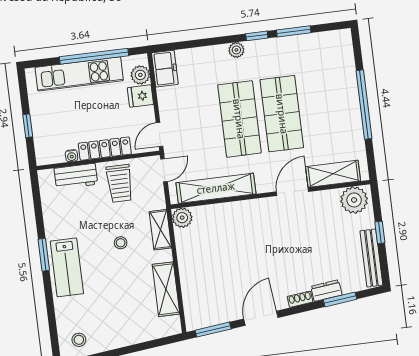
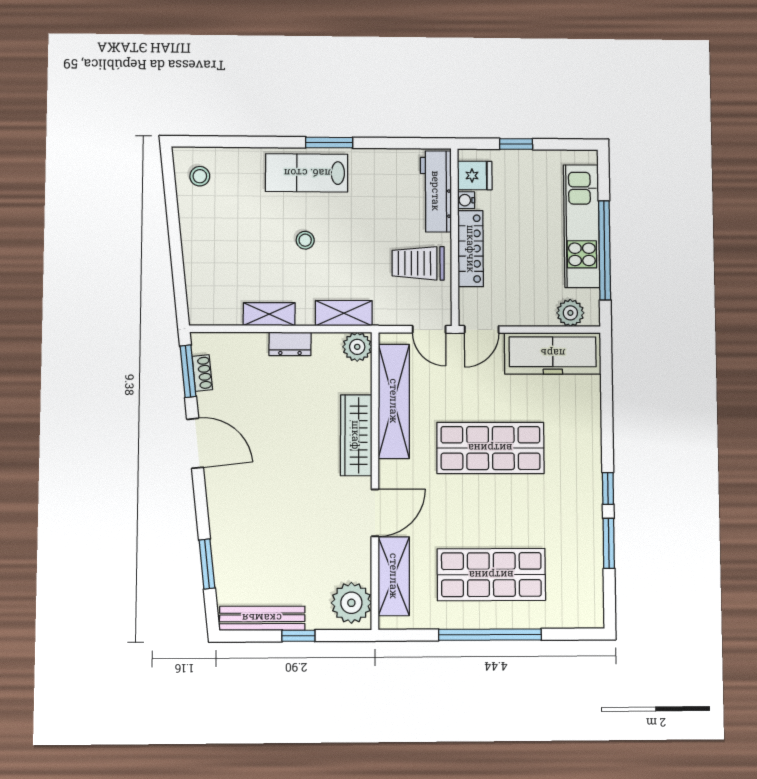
plant: (236, 50) -> (591, 456), removed
freezer: (165, 69) -> (553, 353), width x1.91, depth x1.26
fridge: (140, 96) -> (475, 176), moved, turned 90
shop shelf: (282, 114) -> (491, 575), moved
door: (160, 134) -> (482, 329), swing flipped
workbench: (76, 176) -> (436, 191), width x1.38
door: (293, 192) -> (375, 513), hinge flipped
wardrobe: (242, 211) -> (356, 435), added
stool: (121, 243) -> (305, 240), moved
shelving: (166, 289) -> (269, 314), width x0.67, depth x0.75
dresser: (326, 291) -> (290, 344), moved, turned 96
shoe rack: (300, 299) -> (202, 373), moved

